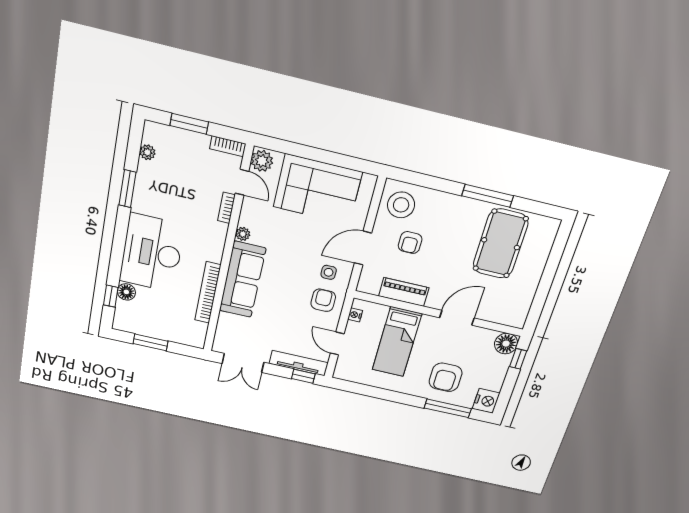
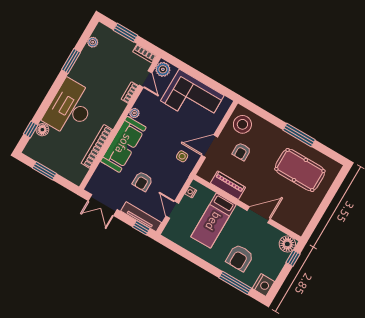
pool table: (501, 244) -> (300, 170), turned 90
armchair: (323, 300) -> (142, 181), moved, turned 180

